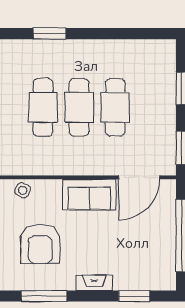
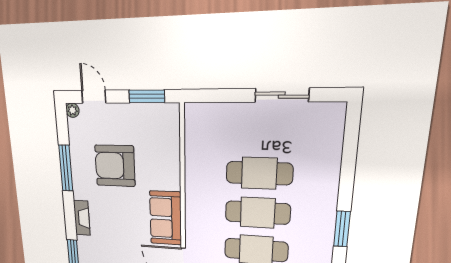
window: (49, 34) -> (342, 229), moved
side table: (23, 190) -> (169, 148), removed

